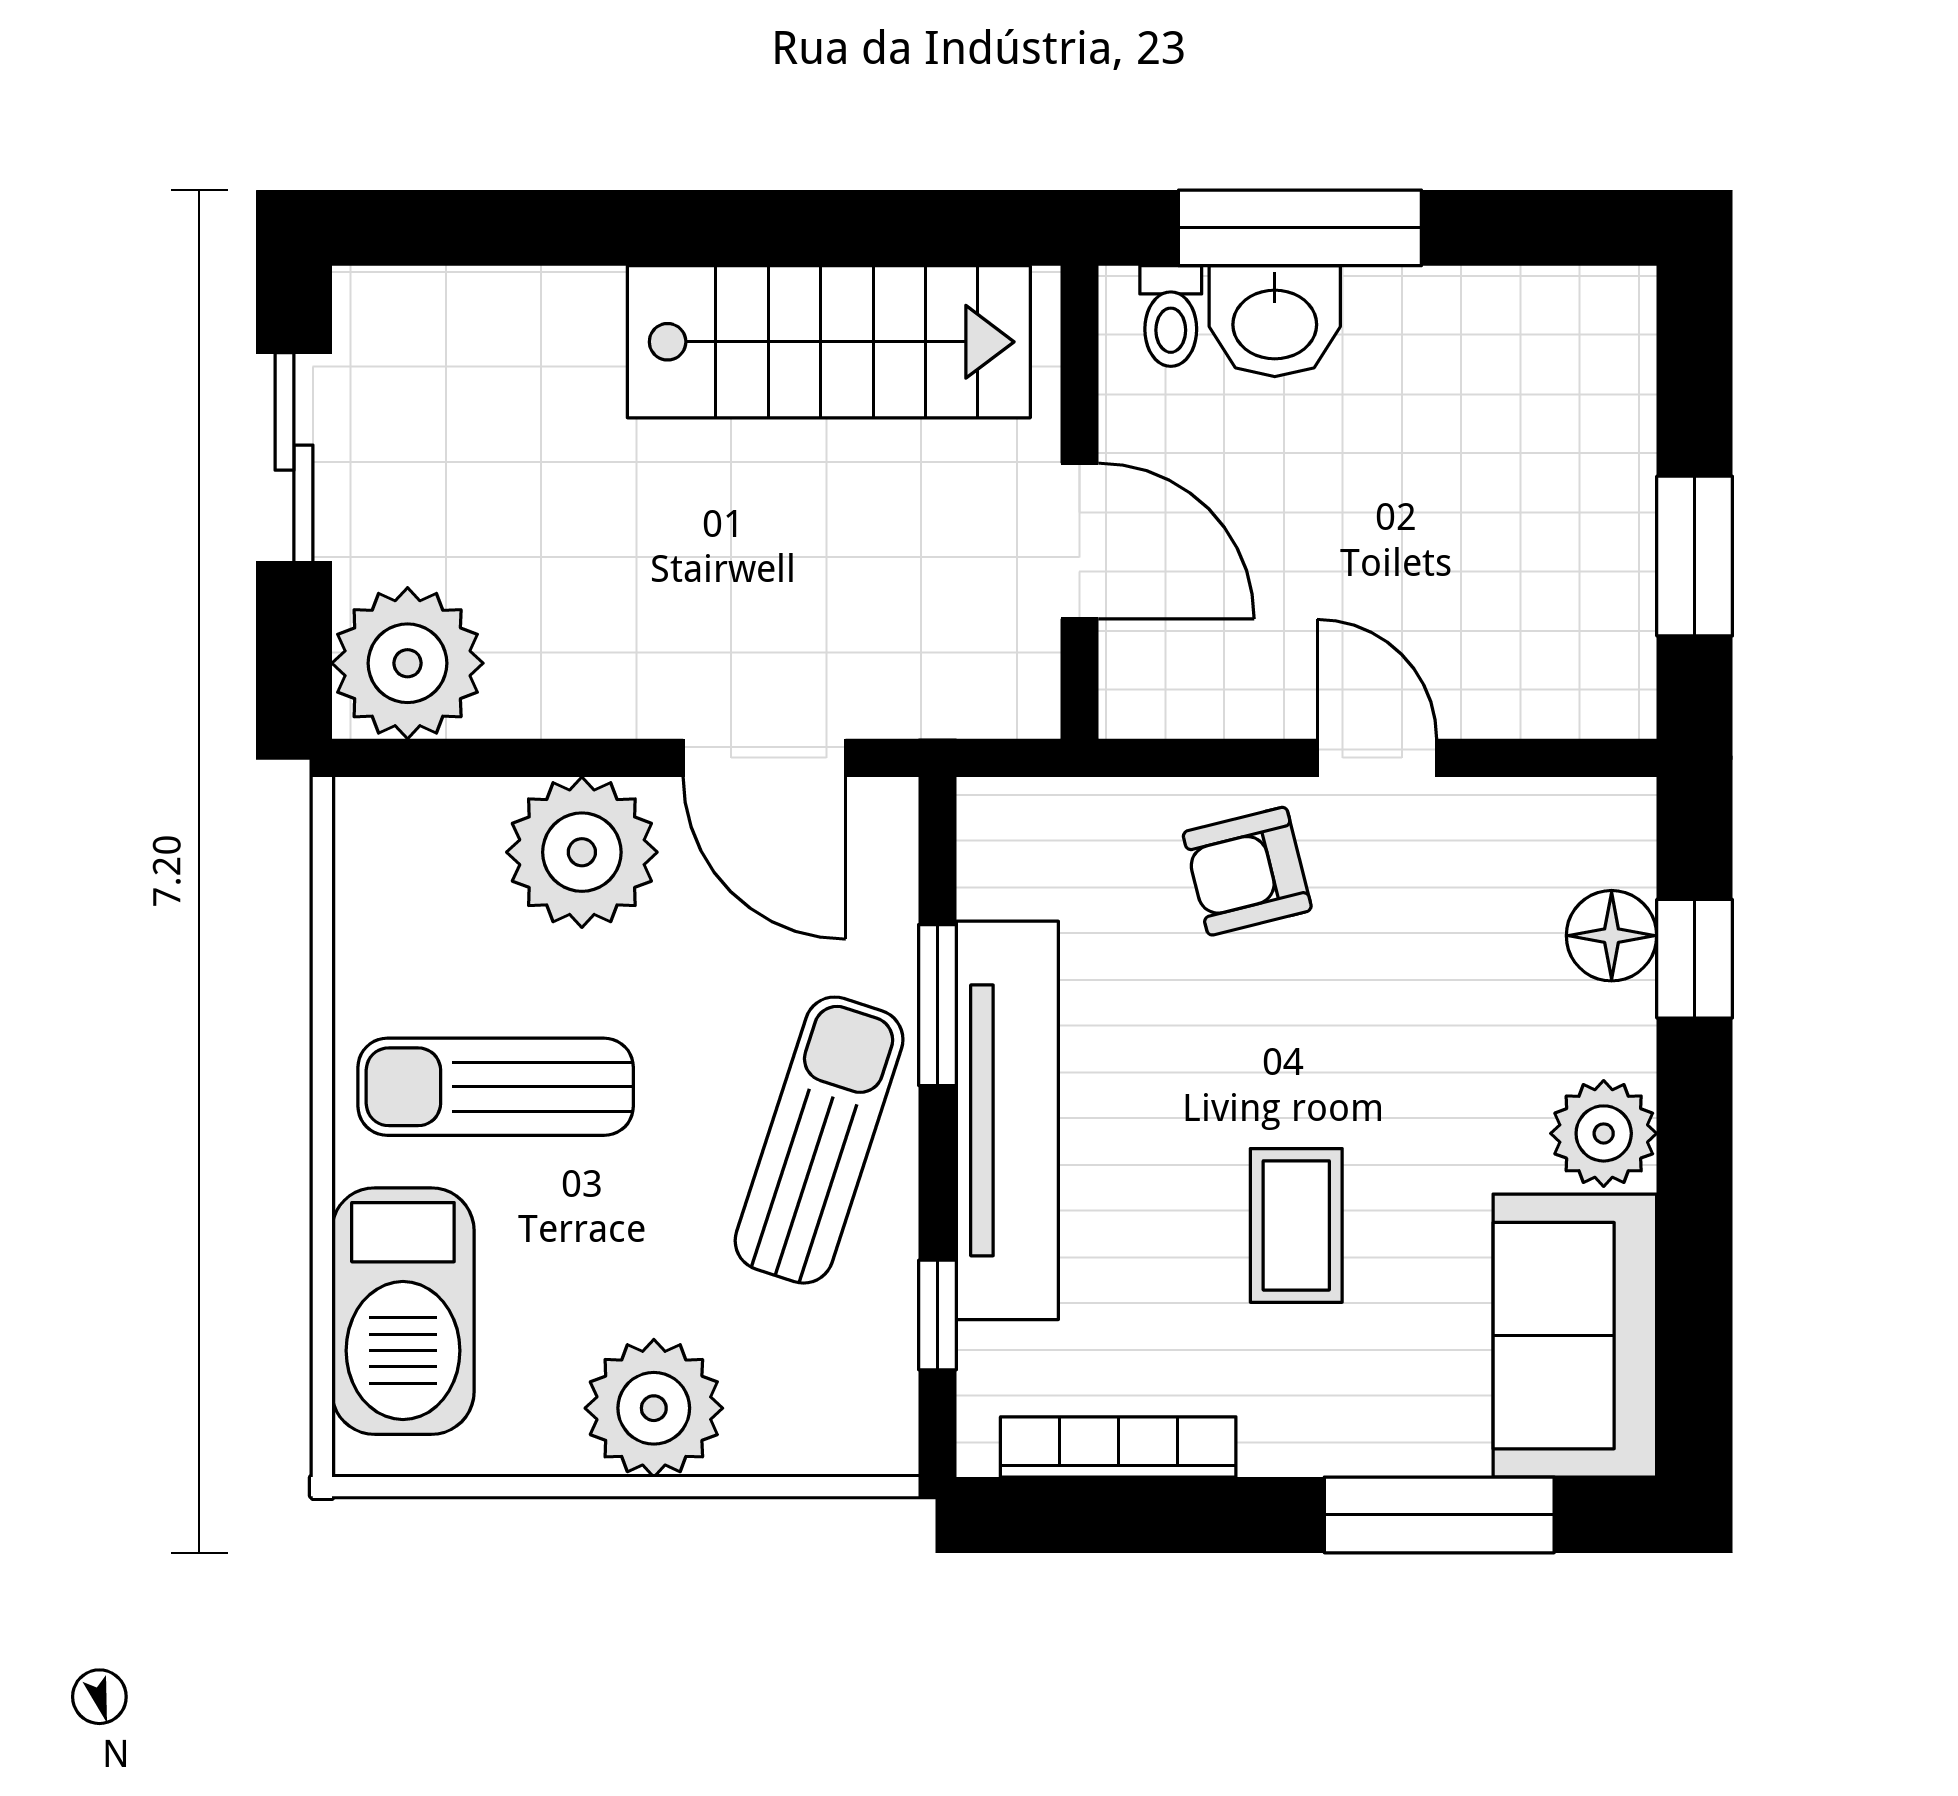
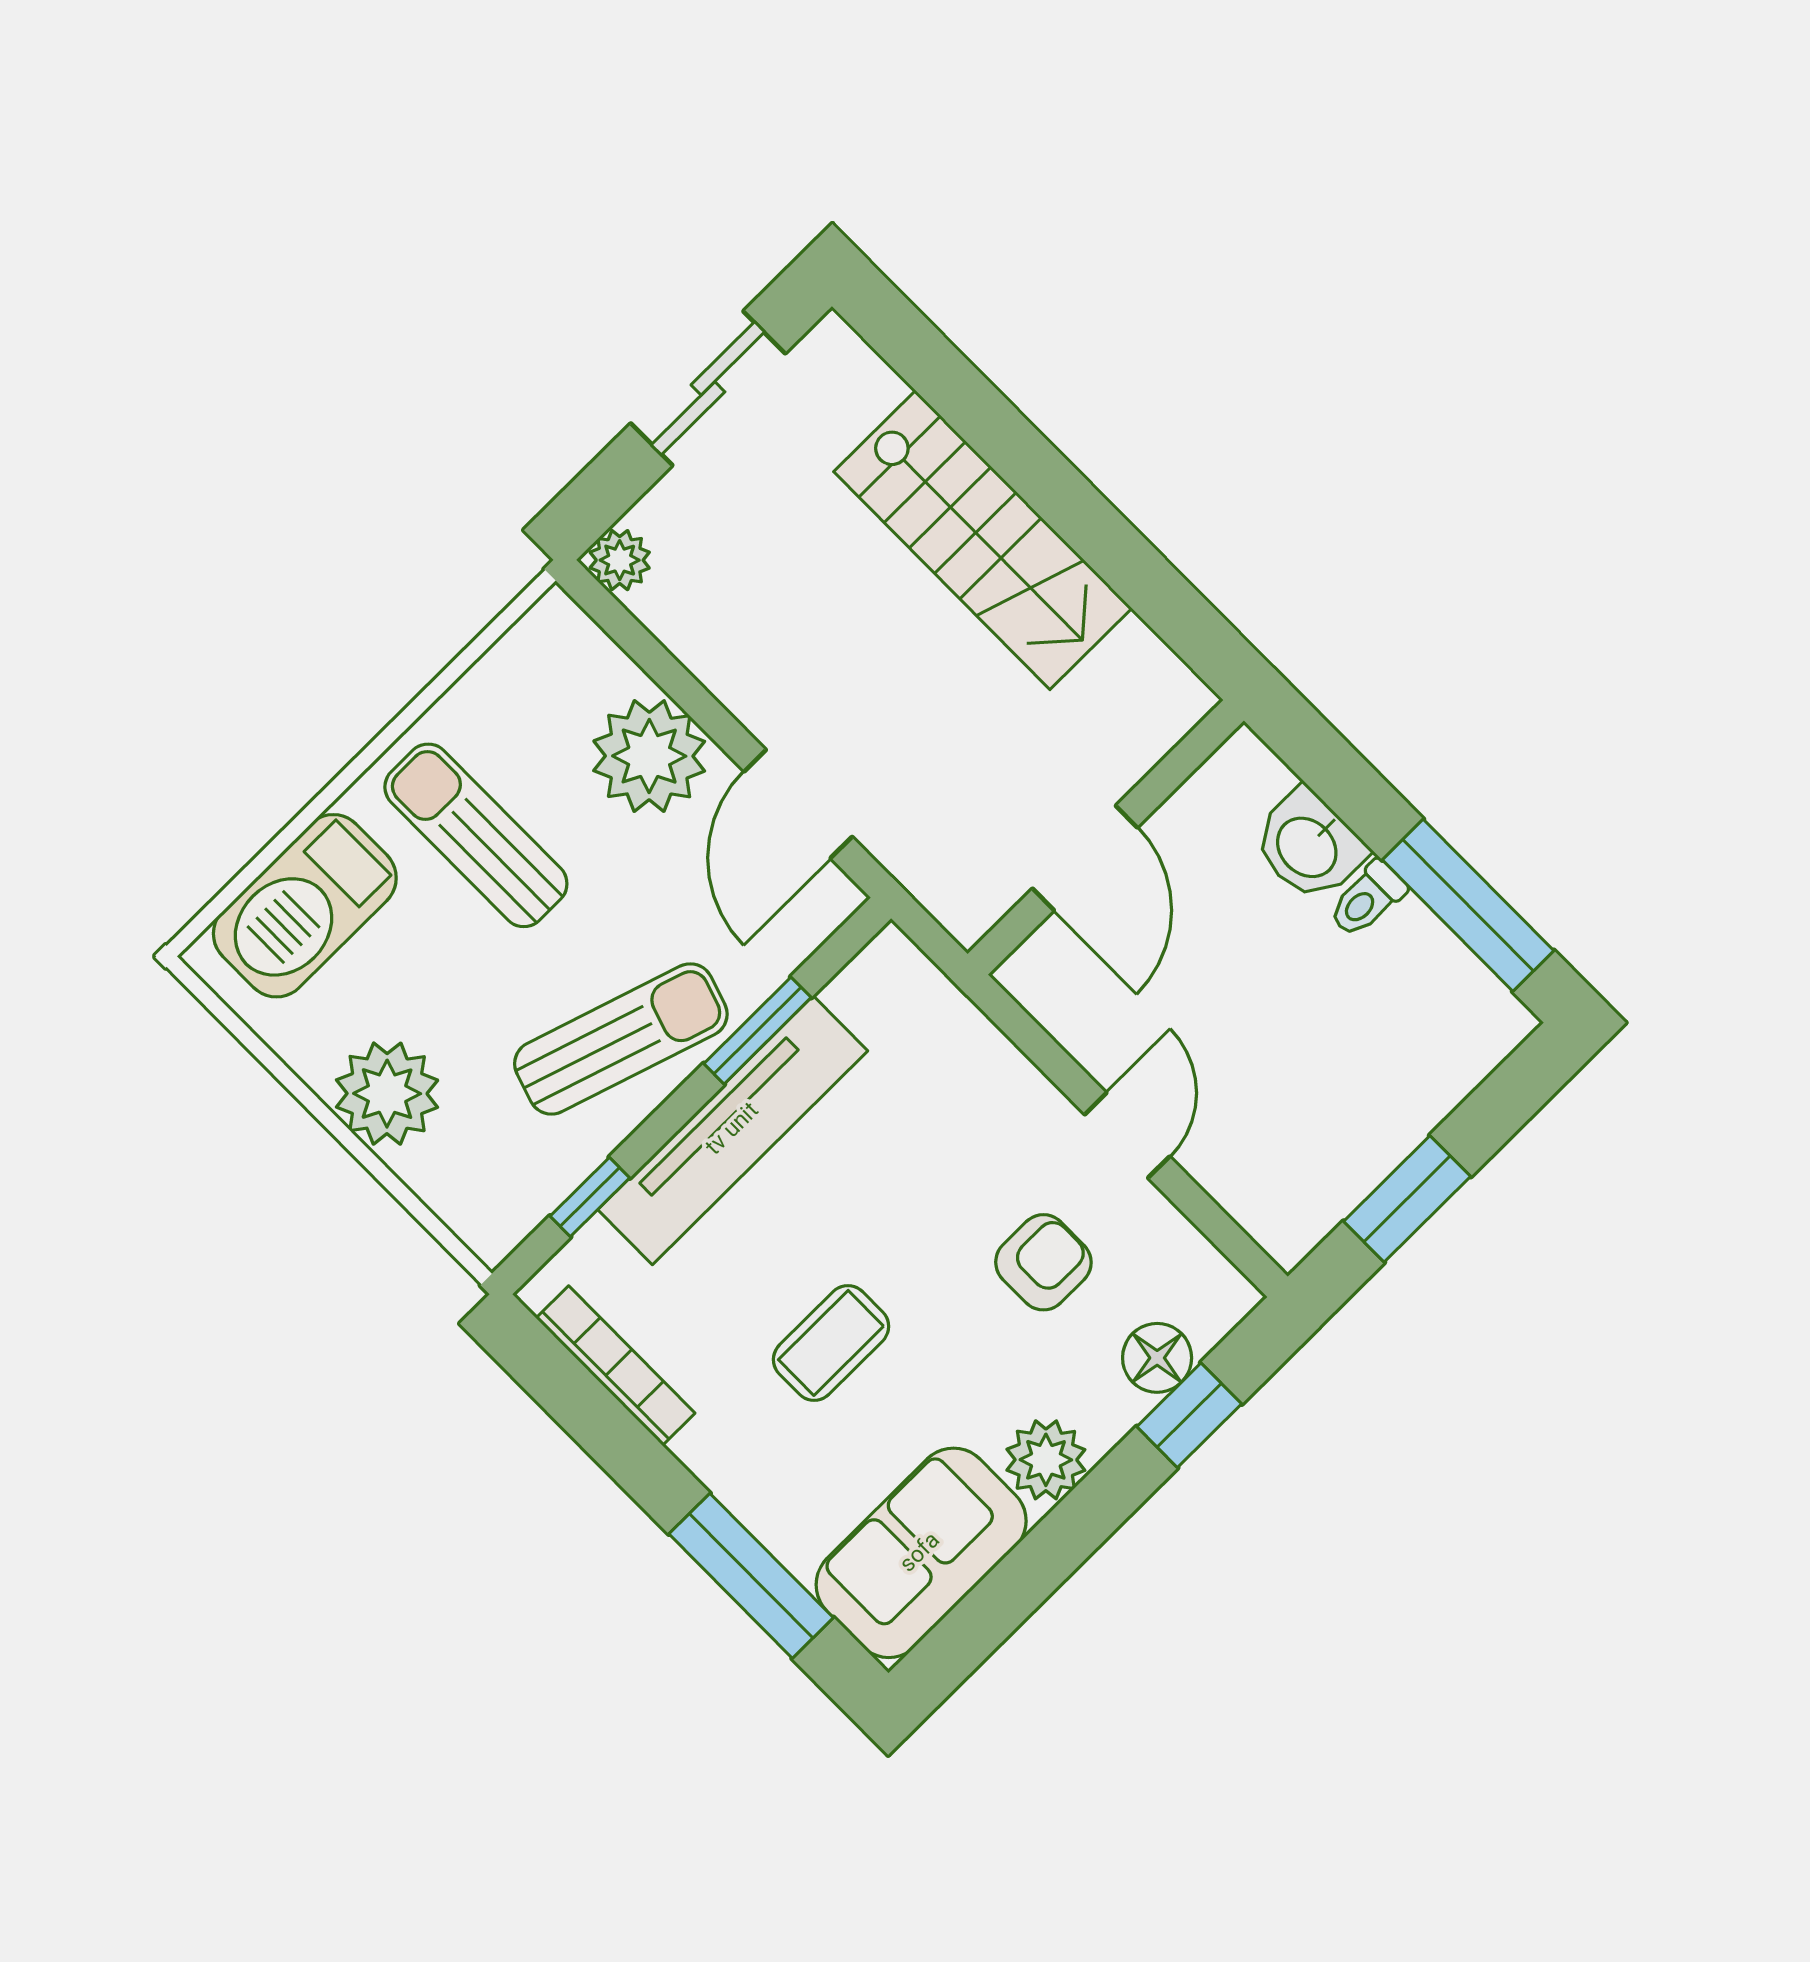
window: (1300, 228) -> (1468, 905), moved
toilet: (1171, 316) -> (1367, 899), moved
stairs: (829, 342) -> (983, 540), moved
plant: (408, 663) -> (620, 560), width x0.53, depth x0.53
armchair: (1247, 871) -> (1043, 1262), moved, turned 104

